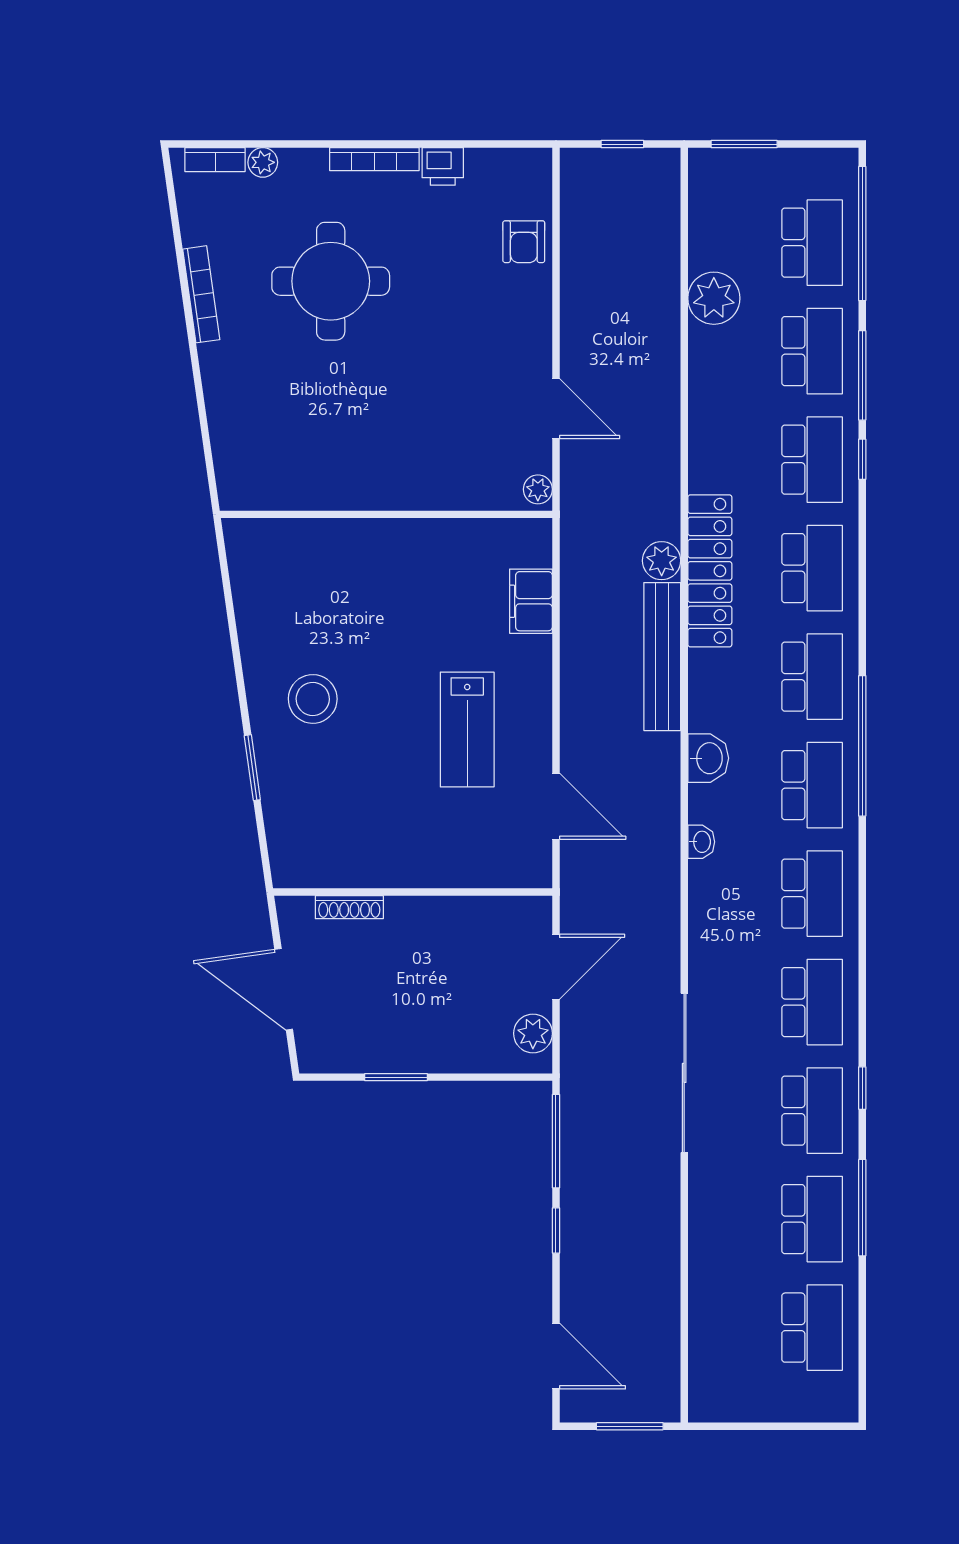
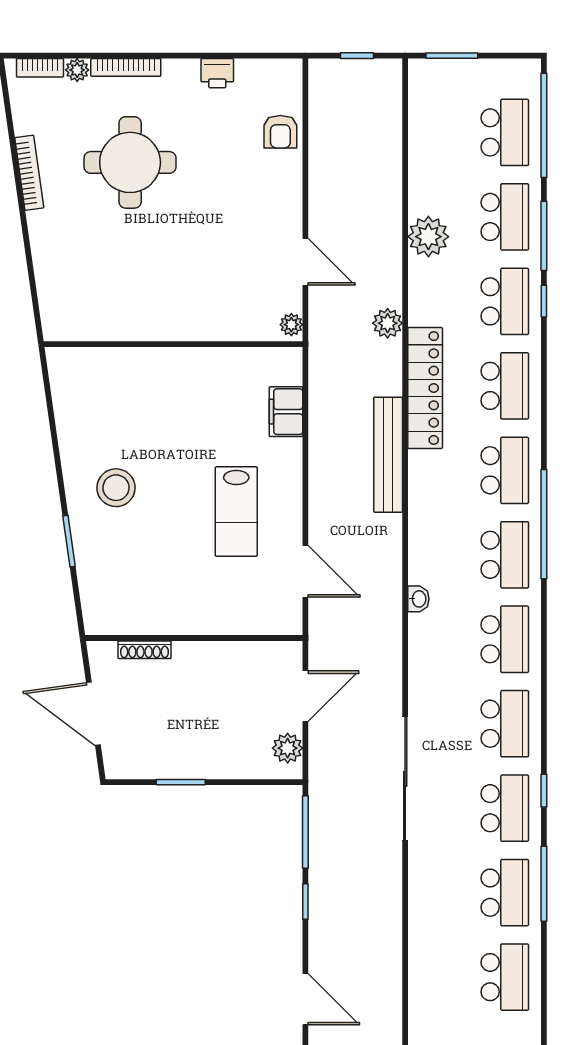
bookcase: (374, 159) -> (126, 67), moved
plant: (714, 298) -> (428, 237), moved
plant: (662, 561) -> (388, 323), moved
washbasin: (708, 758) -> (424, 534), removed

